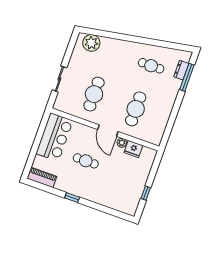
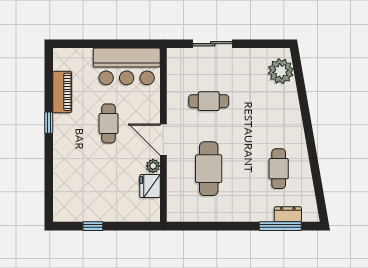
cafe table: (94, 94) -> (209, 101), width x0.73, depth x0.74
cafe table: (136, 109) -> (209, 169), turned 90
door: (108, 131) -> (163, 140), hinge flipped
piano: (42, 177) -> (62, 92), moved

